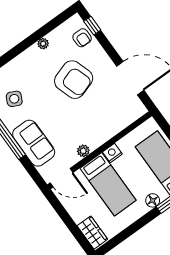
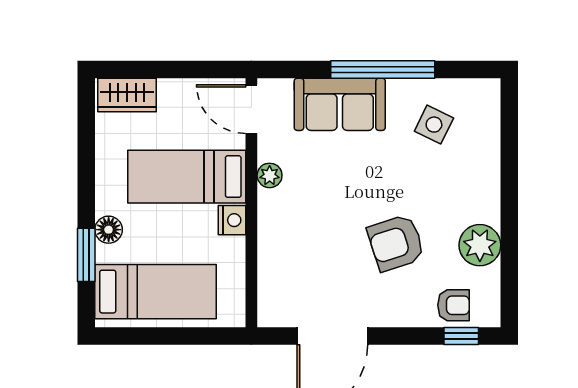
armchair: (82, 38) -> (454, 305), turned 180
plant: (43, 44) -> (480, 245), width x1.88, depth x1.88
armchair: (74, 80) -> (396, 243), width x0.73, depth x0.73
door: (62, 178) -> (251, 109), hinge flipped

